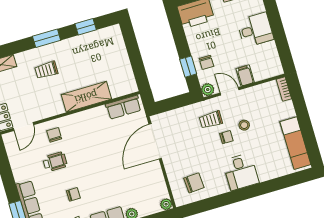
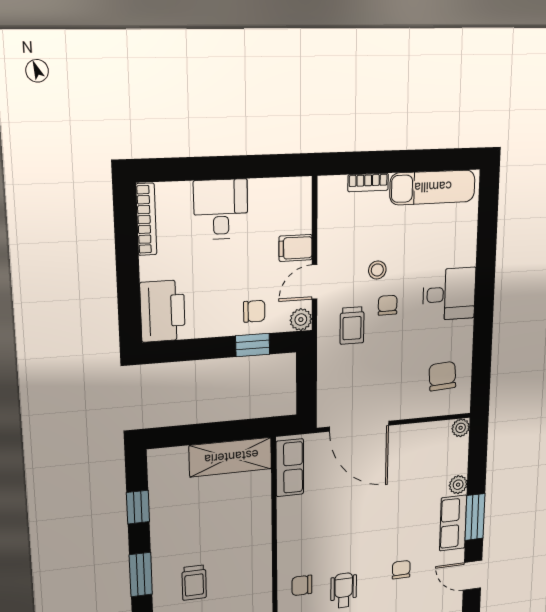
bookcase: (284, 89) -> (368, 182), moved
shelving: (86, 97) -> (231, 457), moved, turned 90

